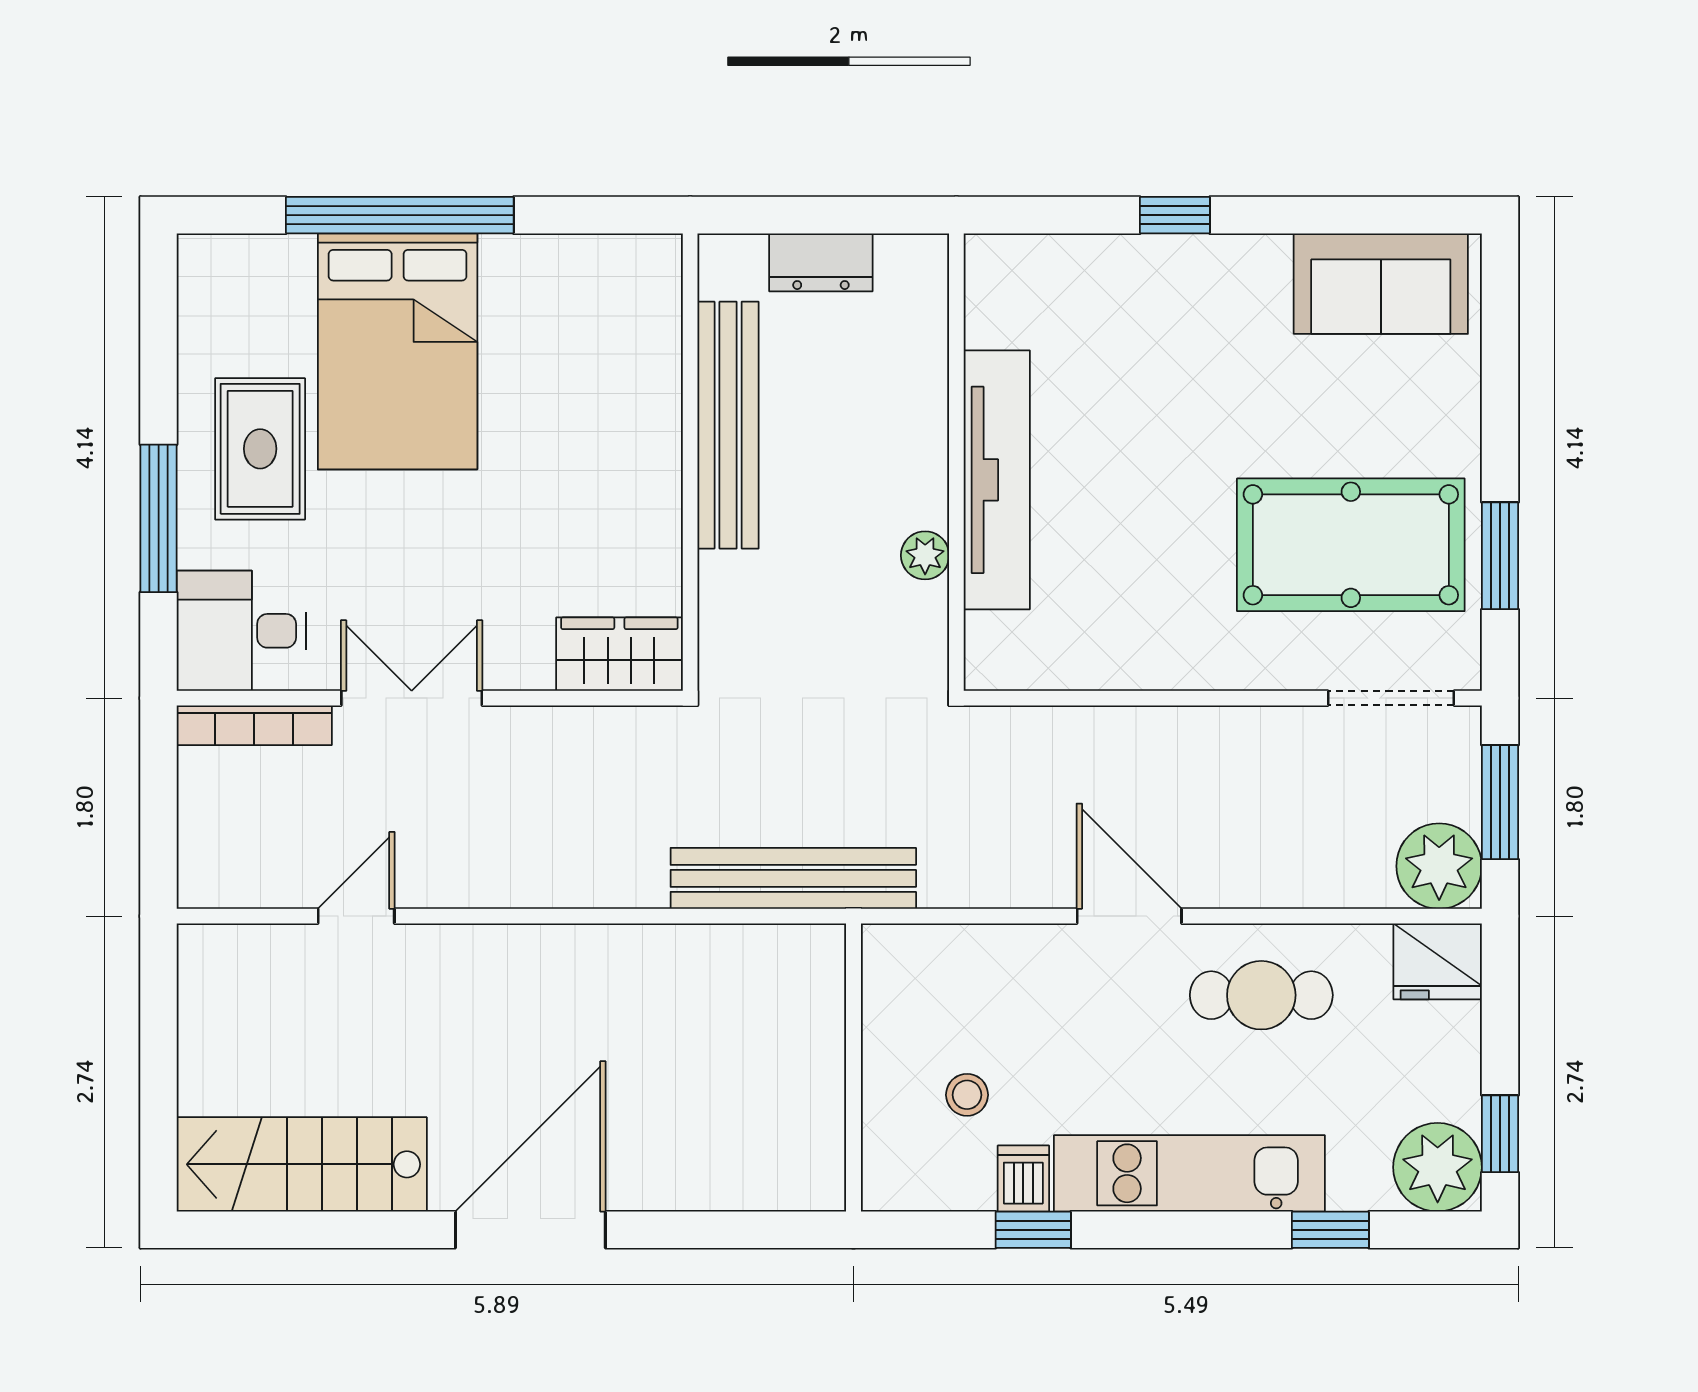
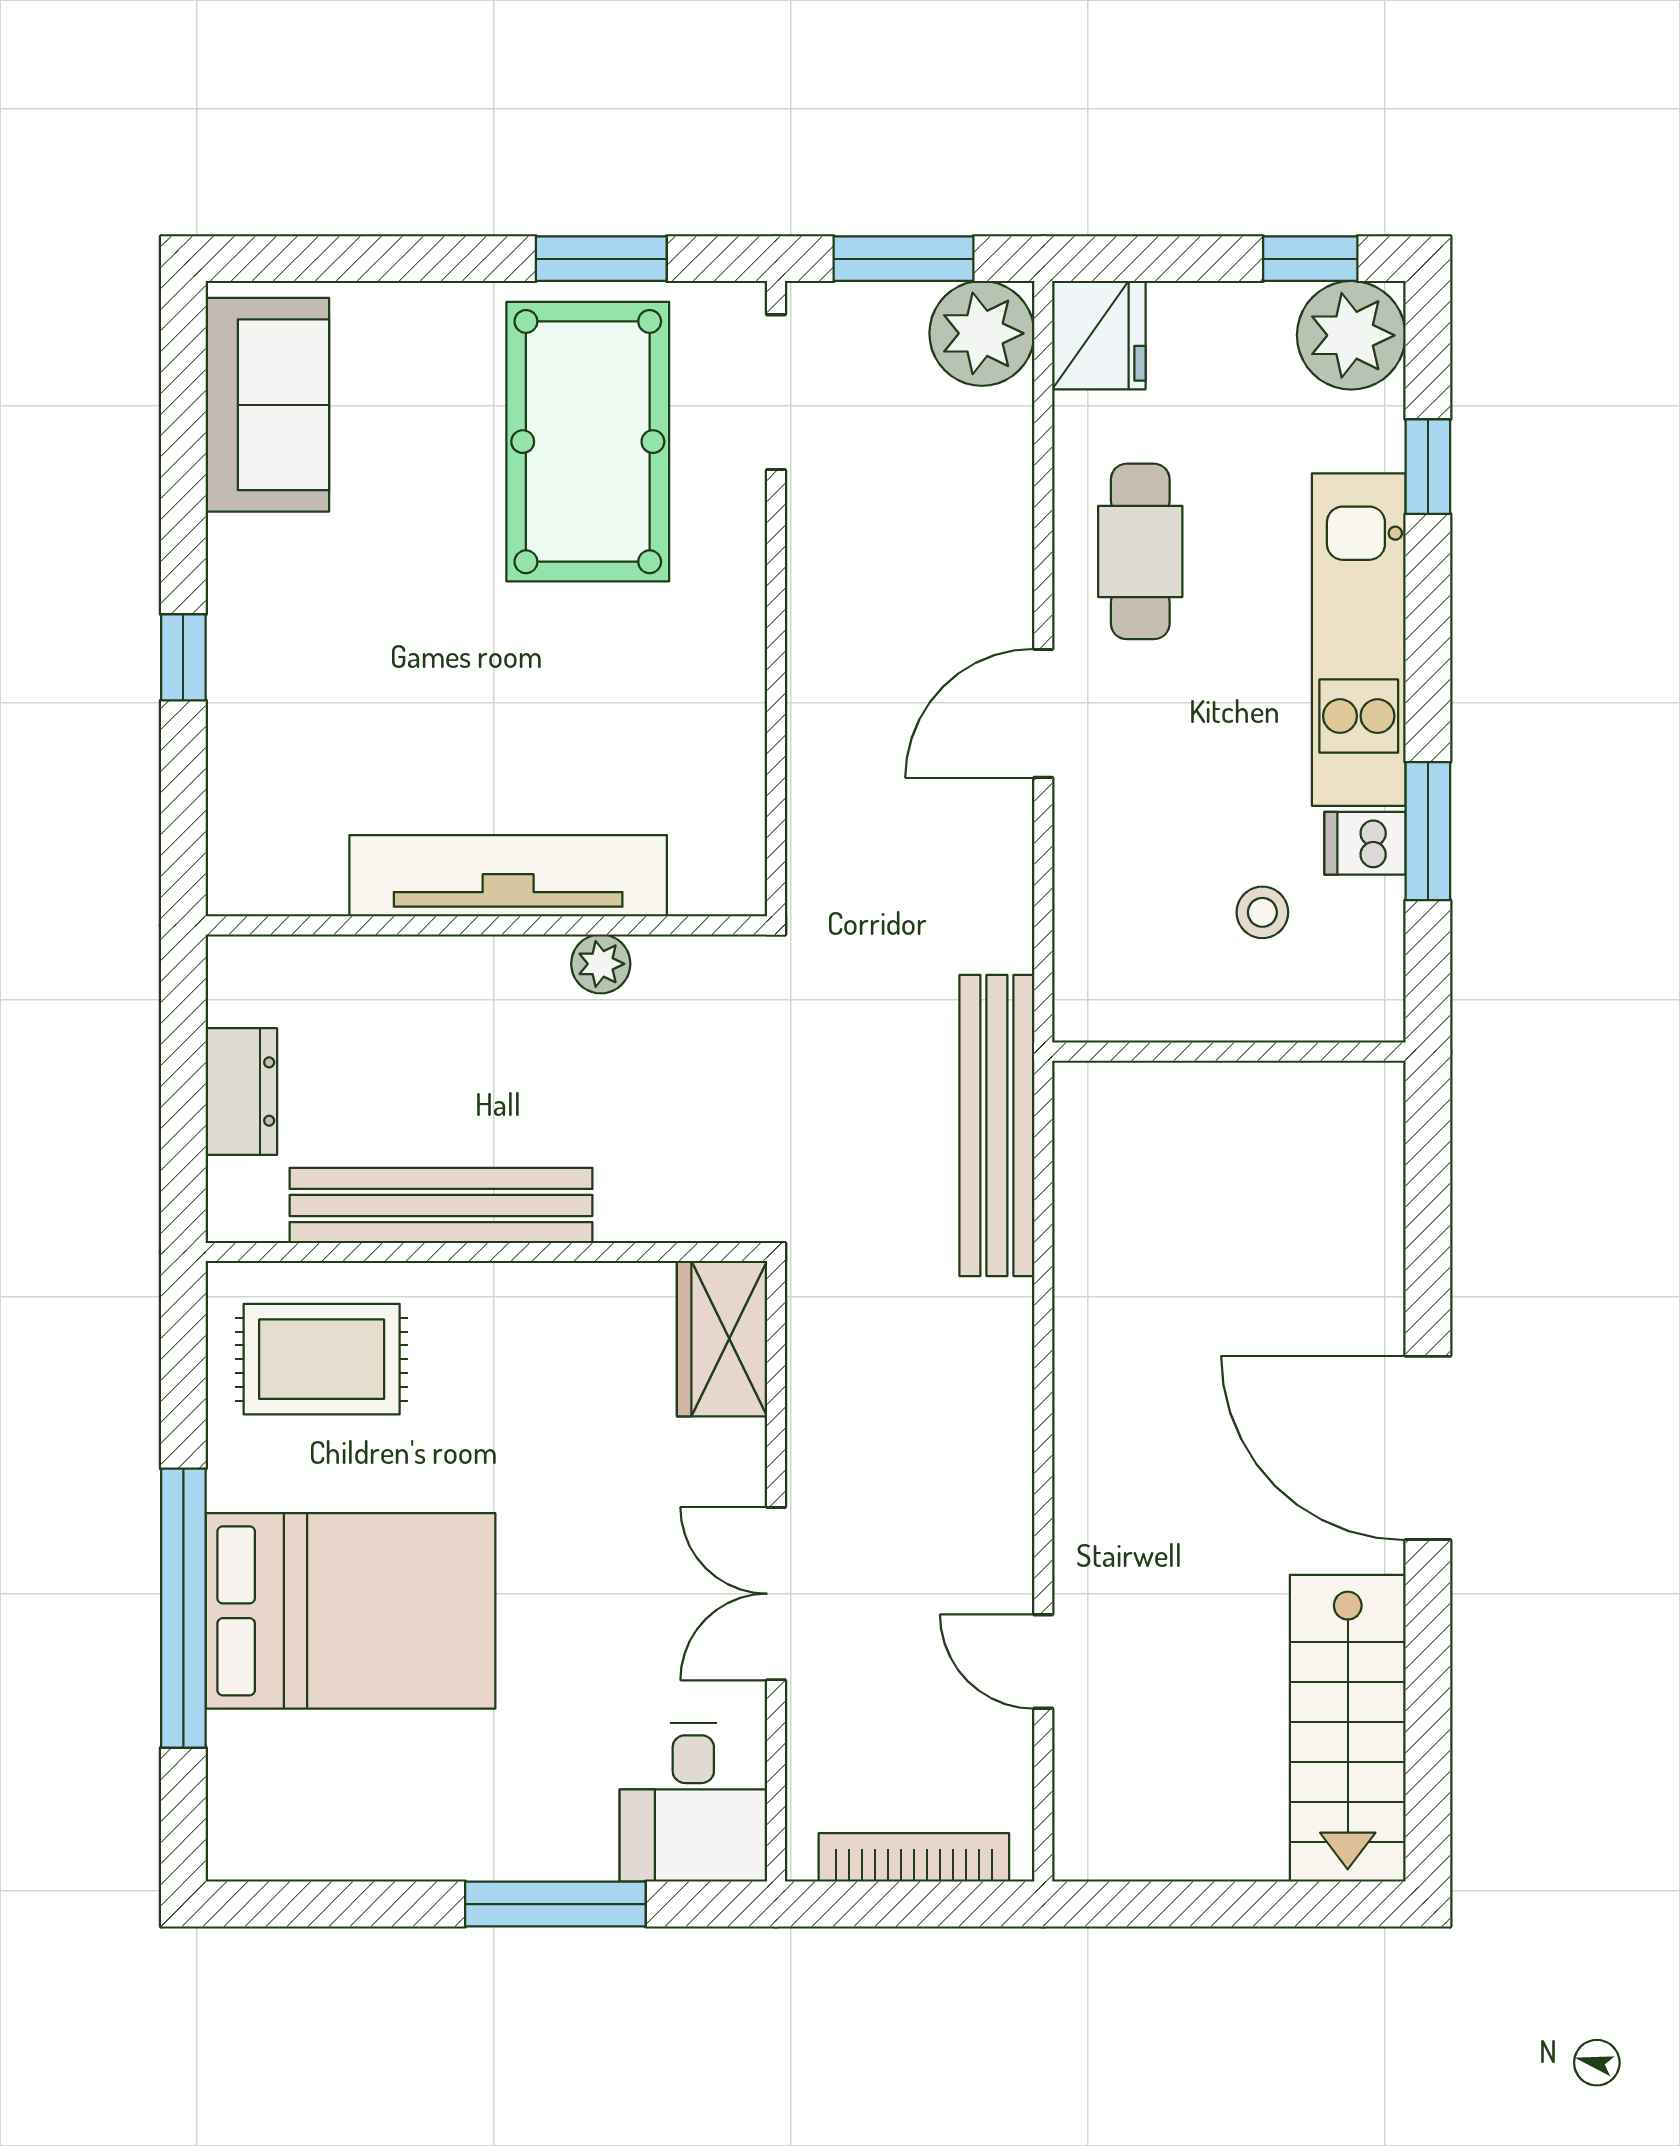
rug: (260, 449) -> (322, 1359), moved
bookcase: (254, 725) -> (914, 1857), moved, turned -90
window: (1033, 1230) -> (1428, 831), width x1.50

